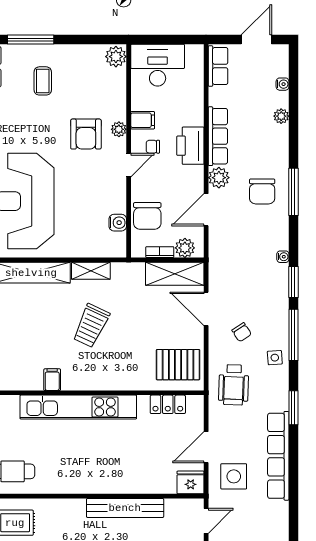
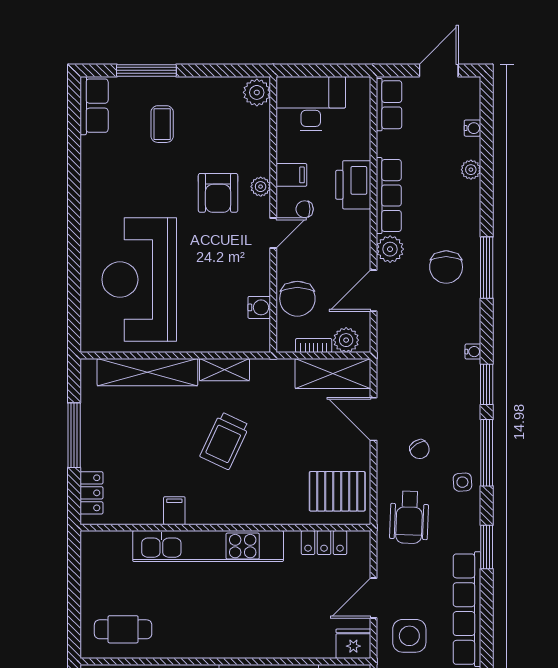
printer: (190, 146) -> (353, 185), moved

